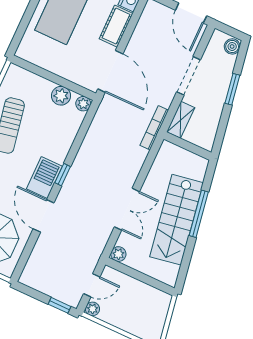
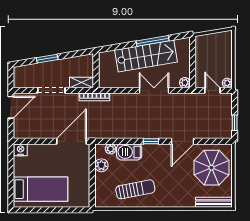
cot: (116, 26) -> (41, 151), removed
boiler: (232, 46) -> (20, 71), removed
plant: (83, 104) -> (111, 149), moved
barbecue: (44, 178) -> (129, 152), moved
window: (199, 214) -> (153, 41), moved
window: (60, 305) -> (235, 123), moved

